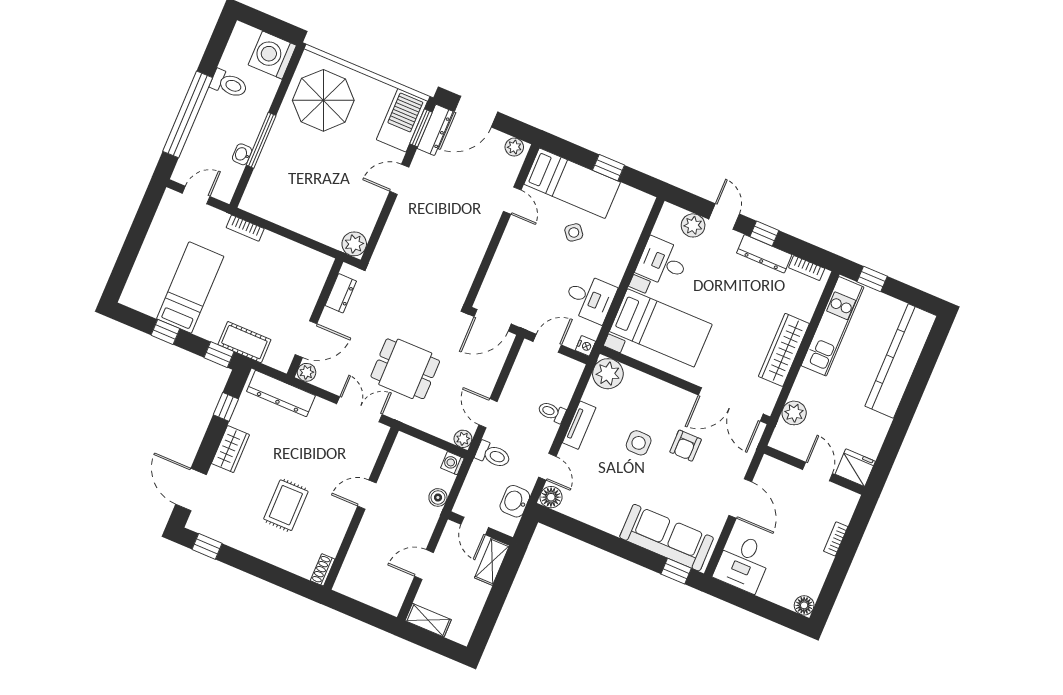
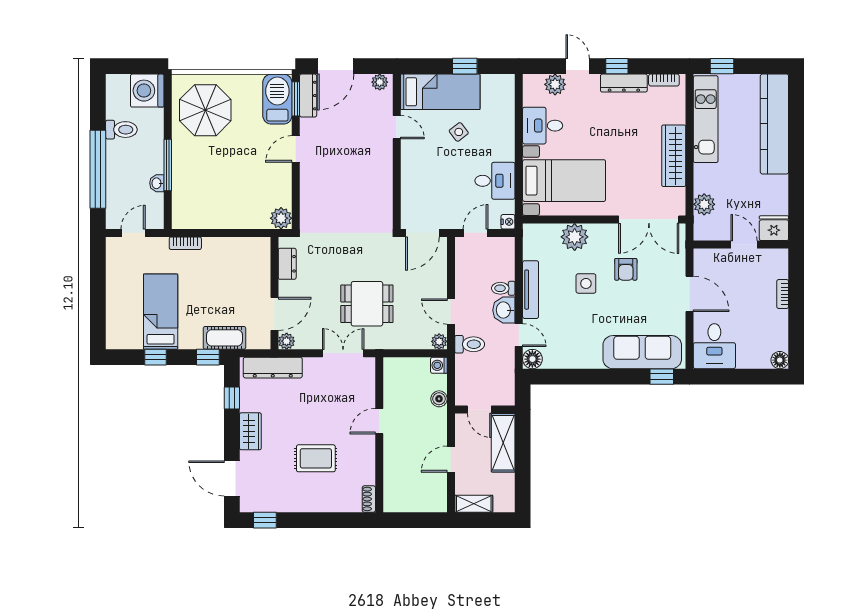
plant: (608, 374) -> (575, 237), moved
tv unit: (579, 425) -> (531, 290), width x1.41
washbasin: (515, 501) -> (504, 310), moved
rug: (286, 505) -> (316, 458), turned 90
shelving: (492, 562) -> (503, 443), width x1.50, depth x1.33

